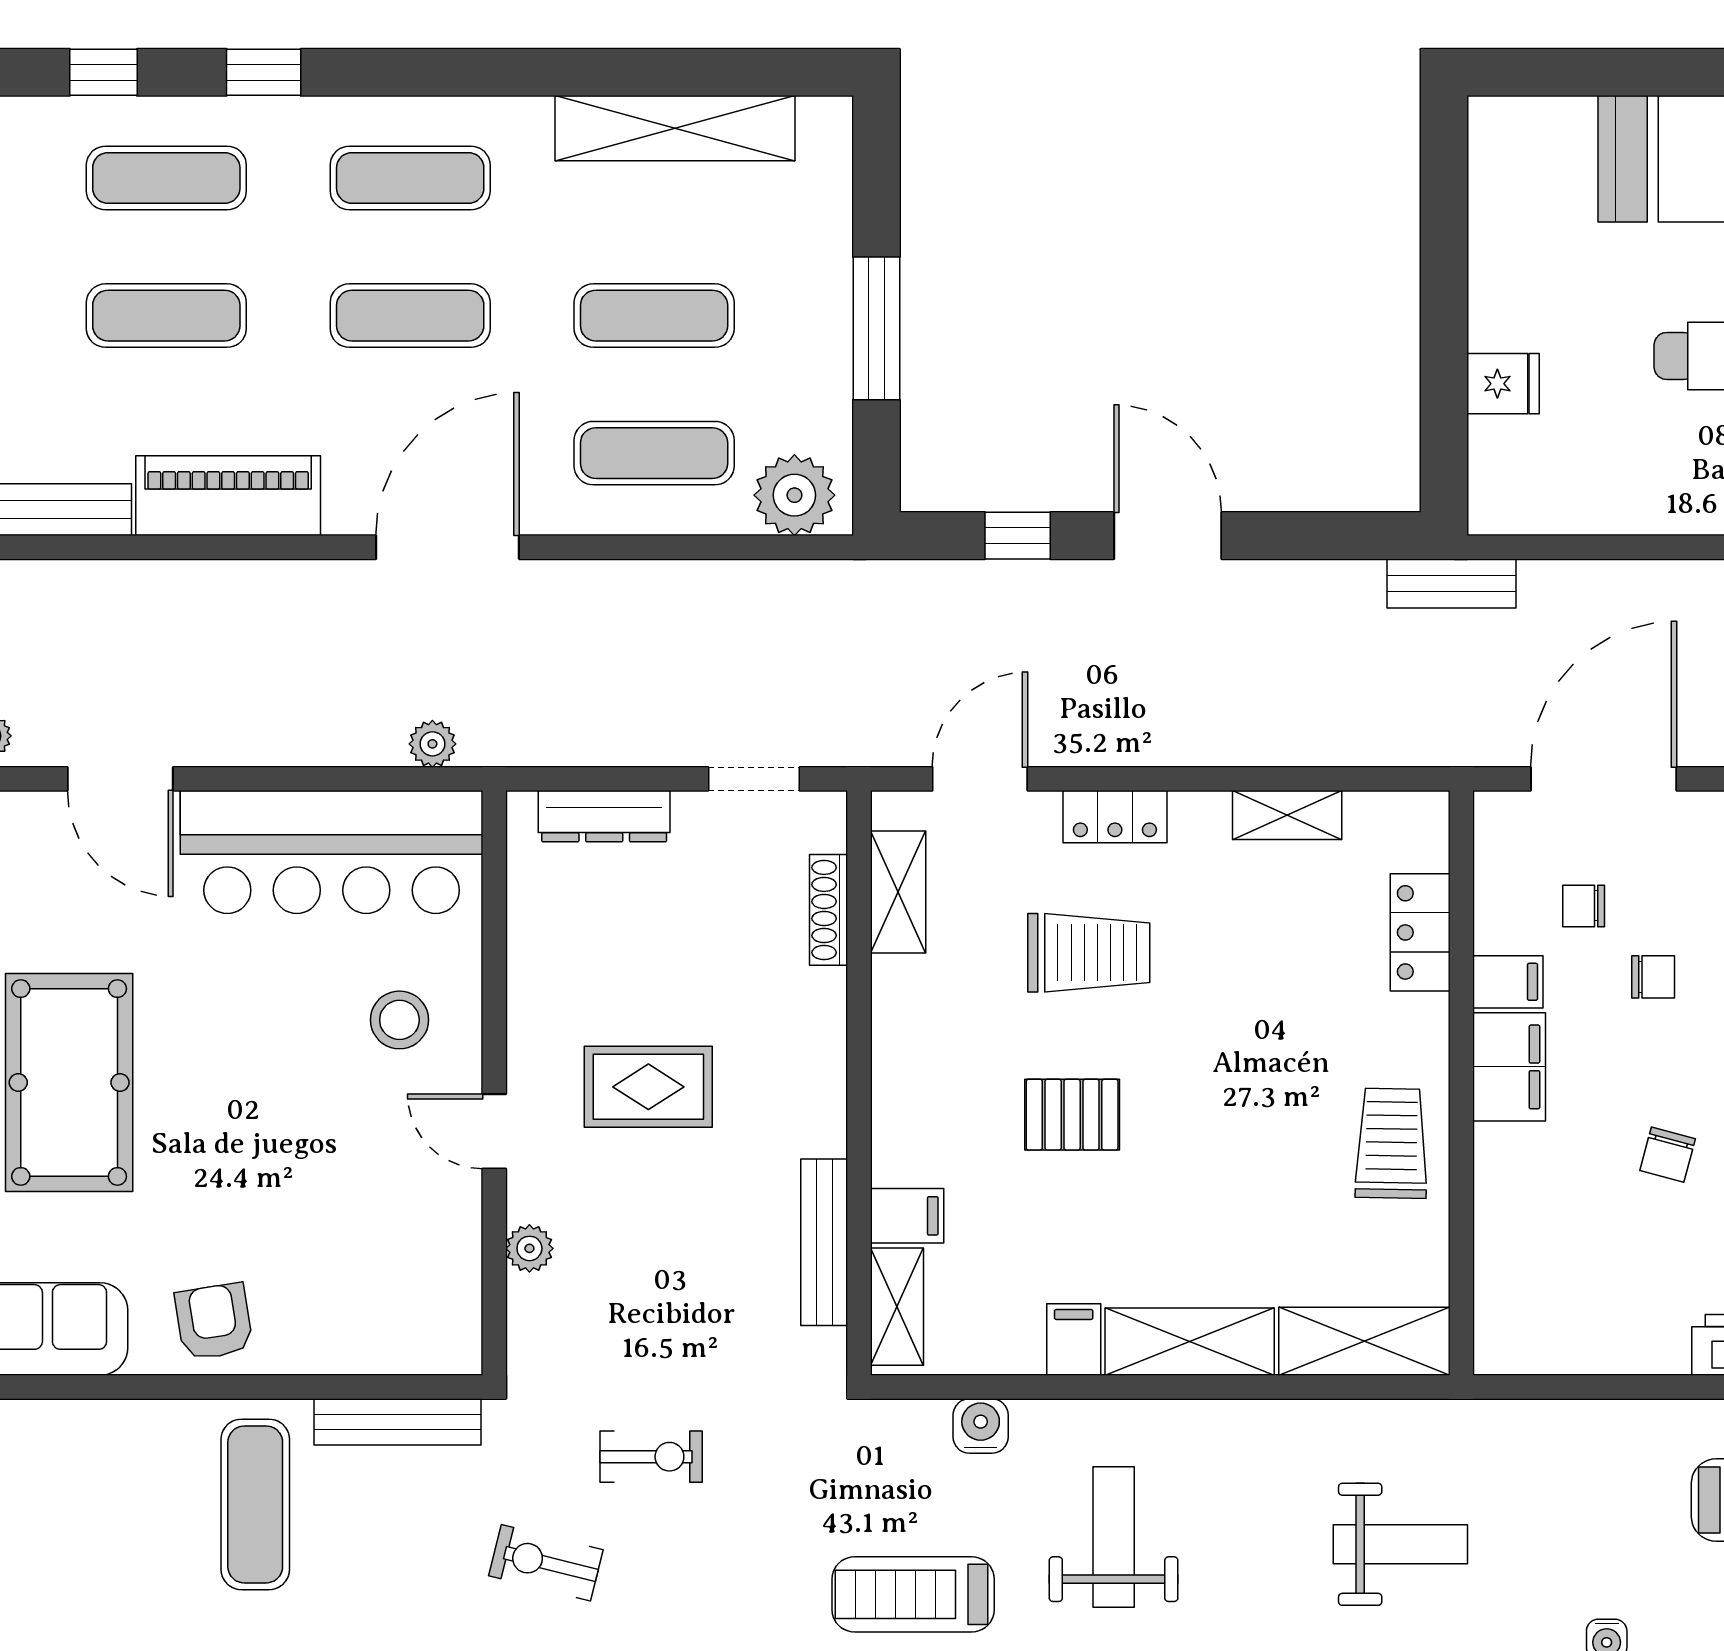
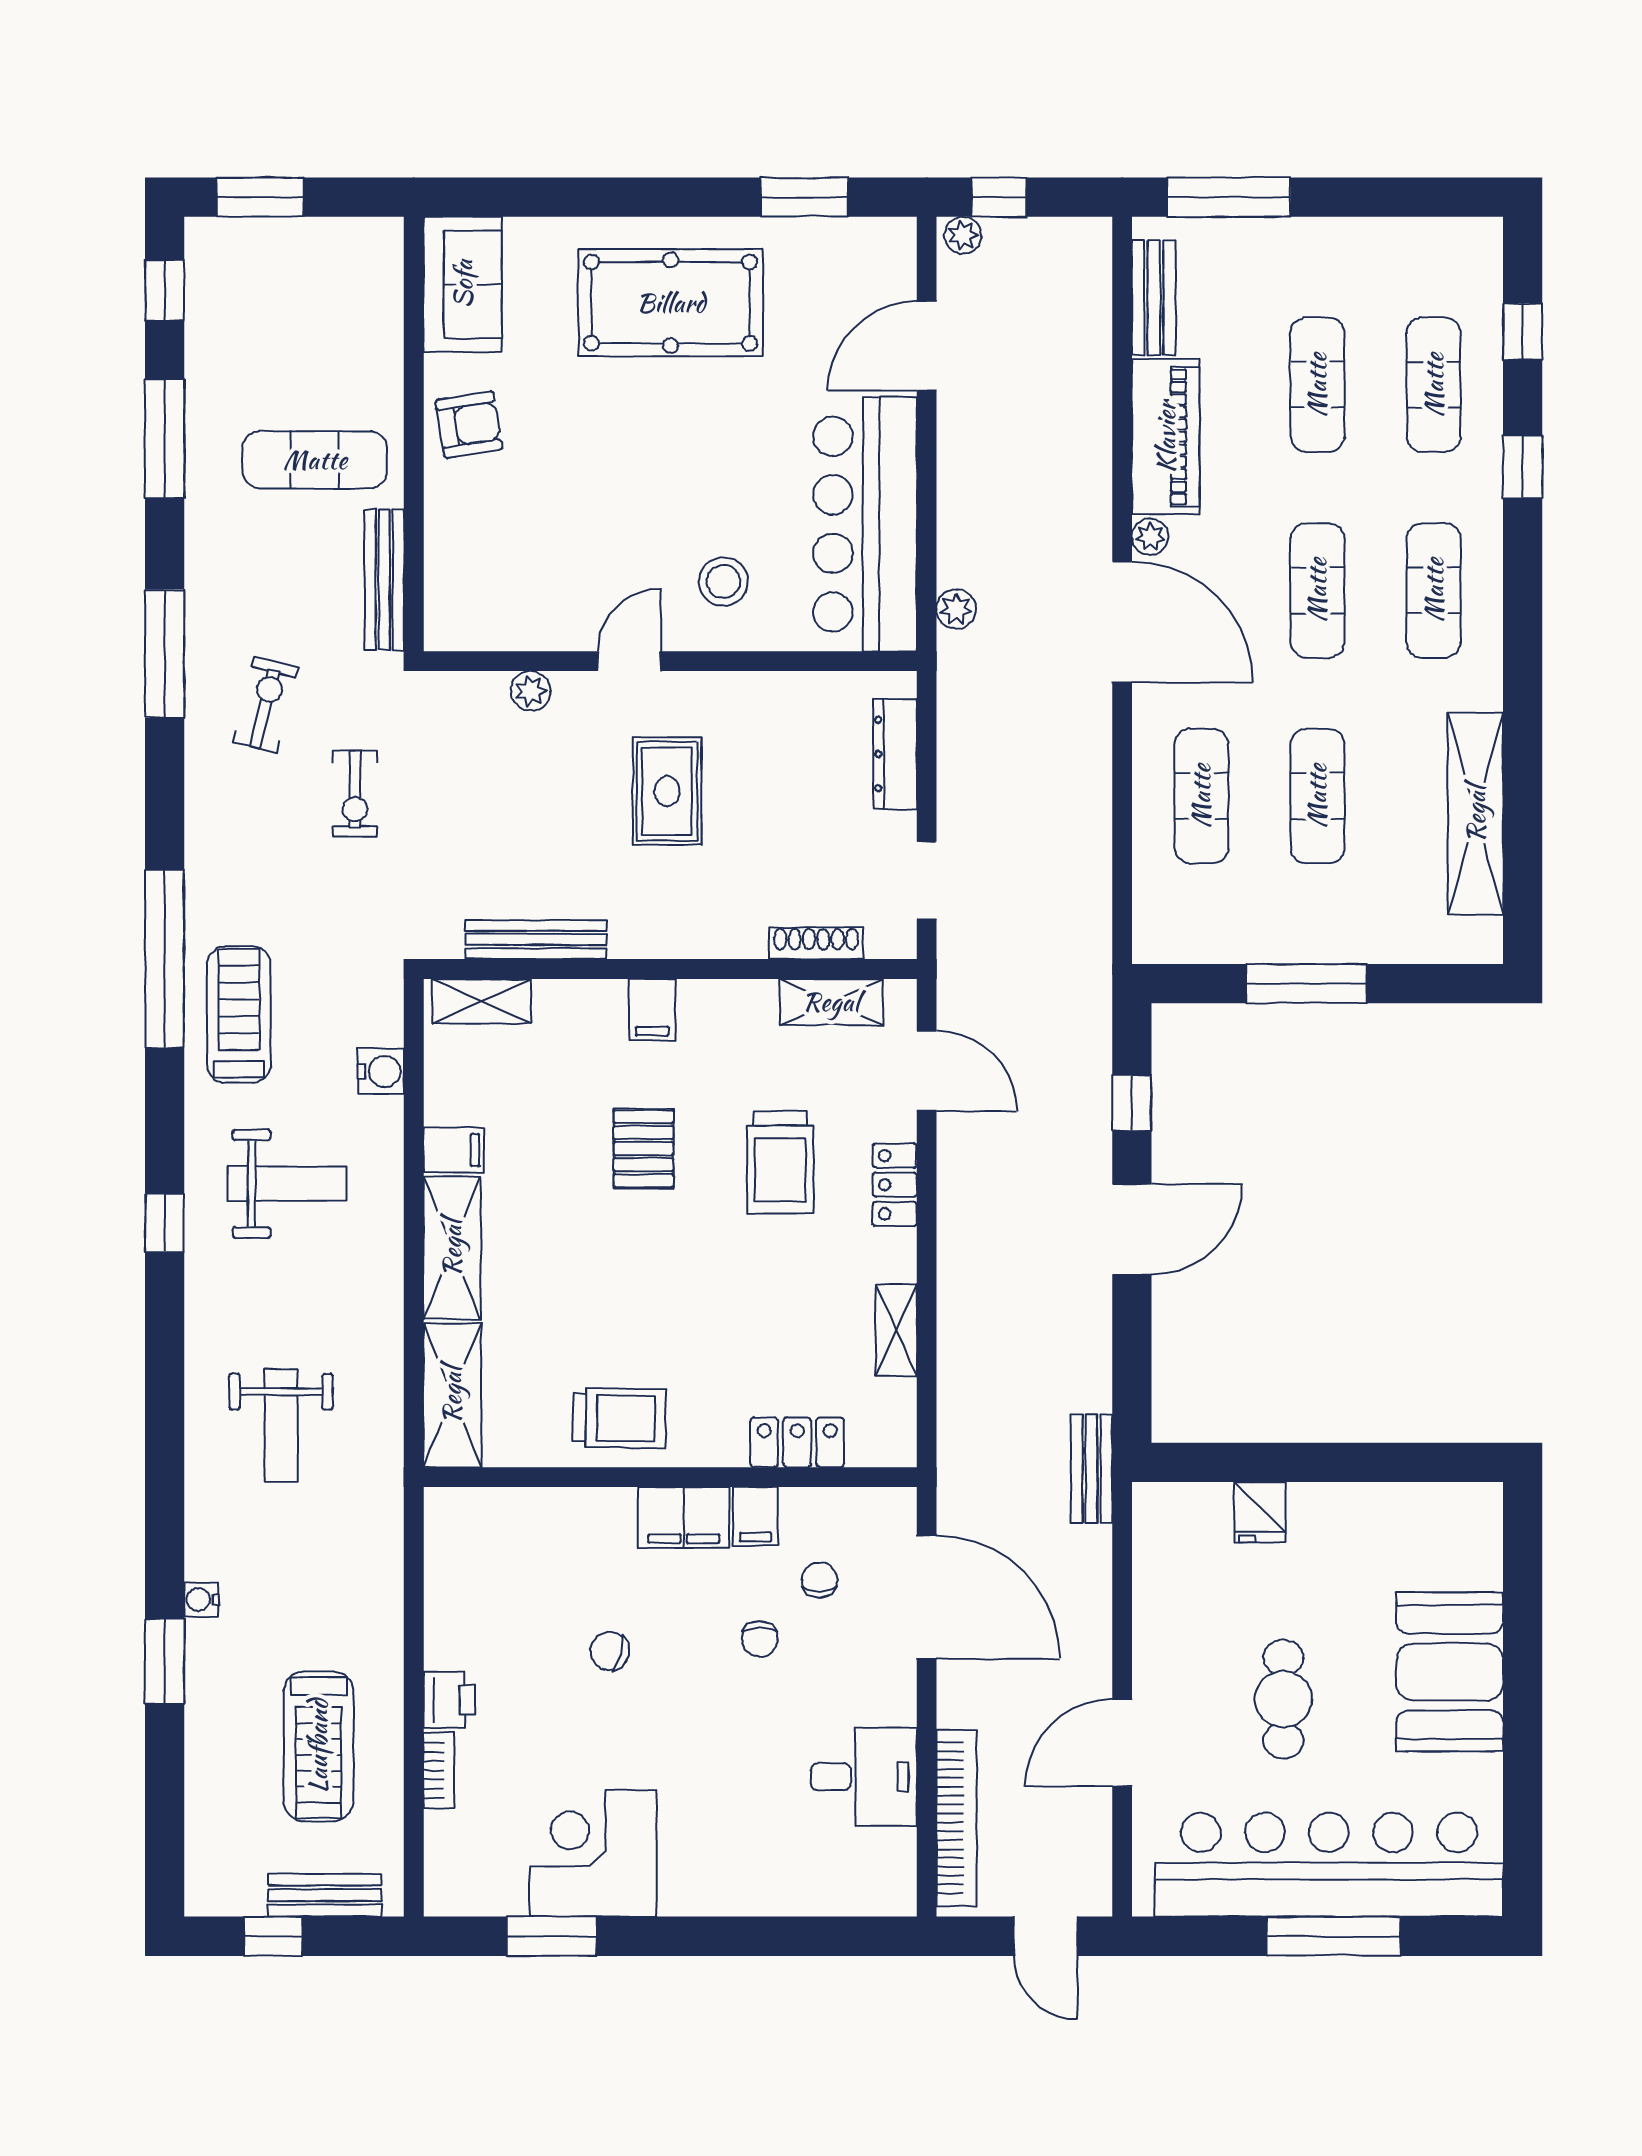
plant: (794, 495) -> (1150, 537), moved, width x0.53, depth x0.53
filing cabinet: (907, 1216) -> (652, 1010), moved

